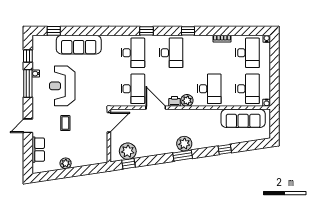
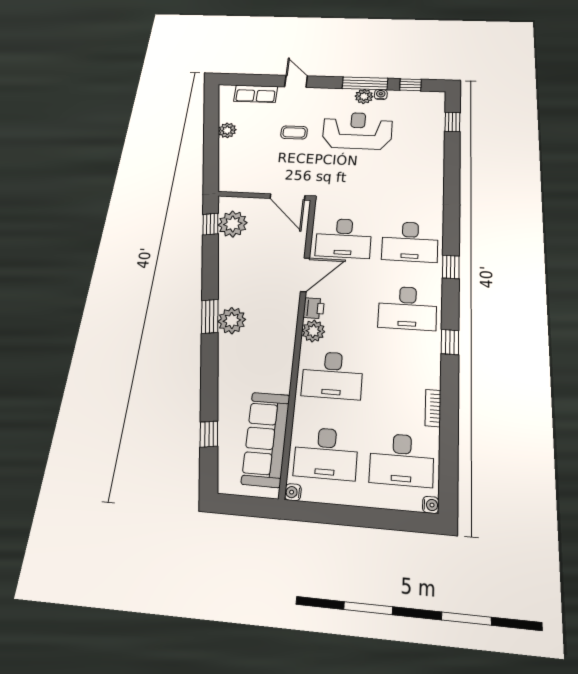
sofa: (79, 45) -> (428, 157), removed
plant: (38, 84) -> (364, 96), added
window: (225, 149) -> (209, 434), moved

